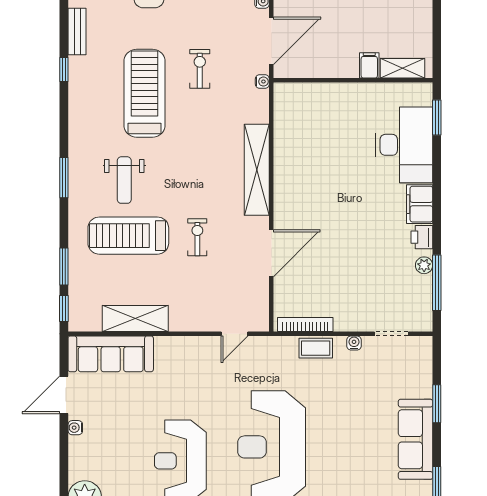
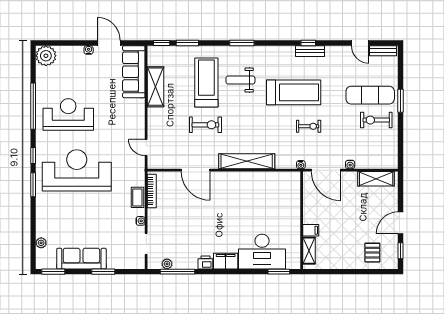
bench: (77, 31) -> (310, 51), moved
exercise bike: (197, 237) -> (205, 125), width x1.38, depth x1.39
plant: (424, 265) -> (167, 264), moved

